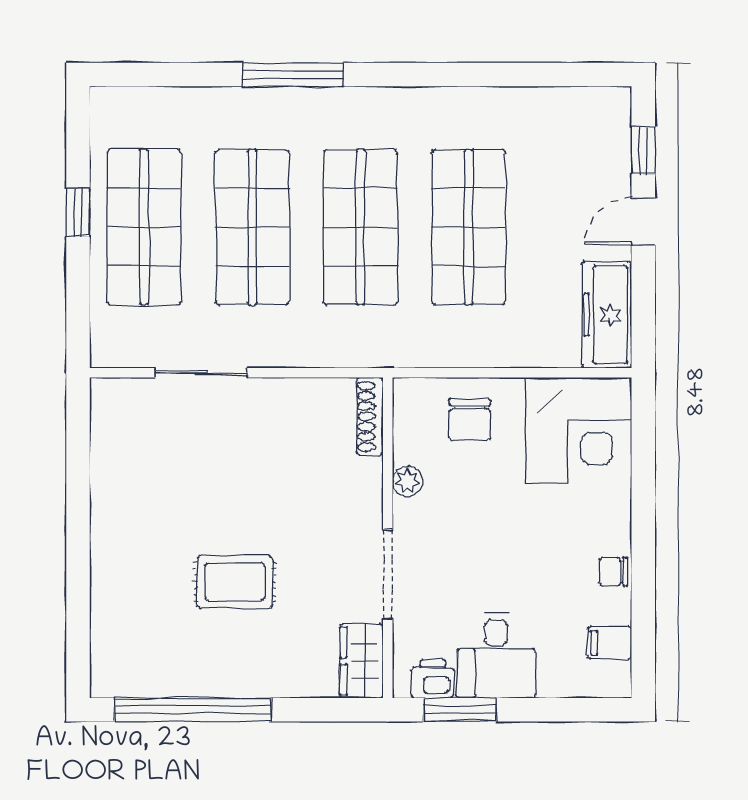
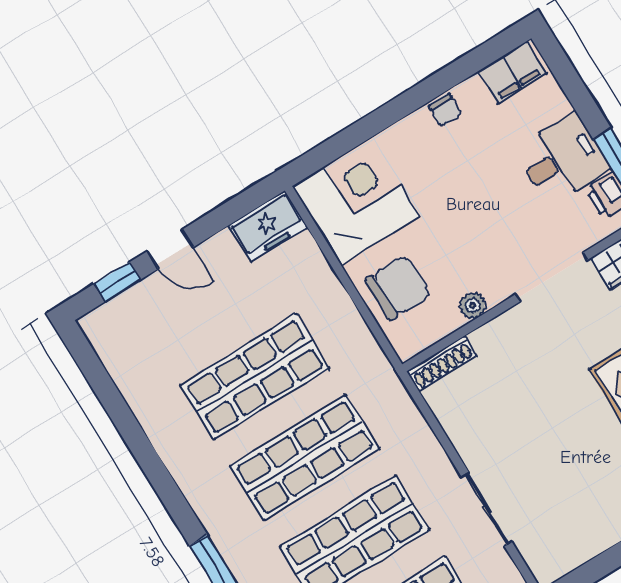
freezer: (607, 315) -> (268, 226), width x0.71
chair: (470, 420) -> (398, 287), width x1.37, depth x1.37
filing cabinet: (610, 643) -> (512, 73), width x2.00

